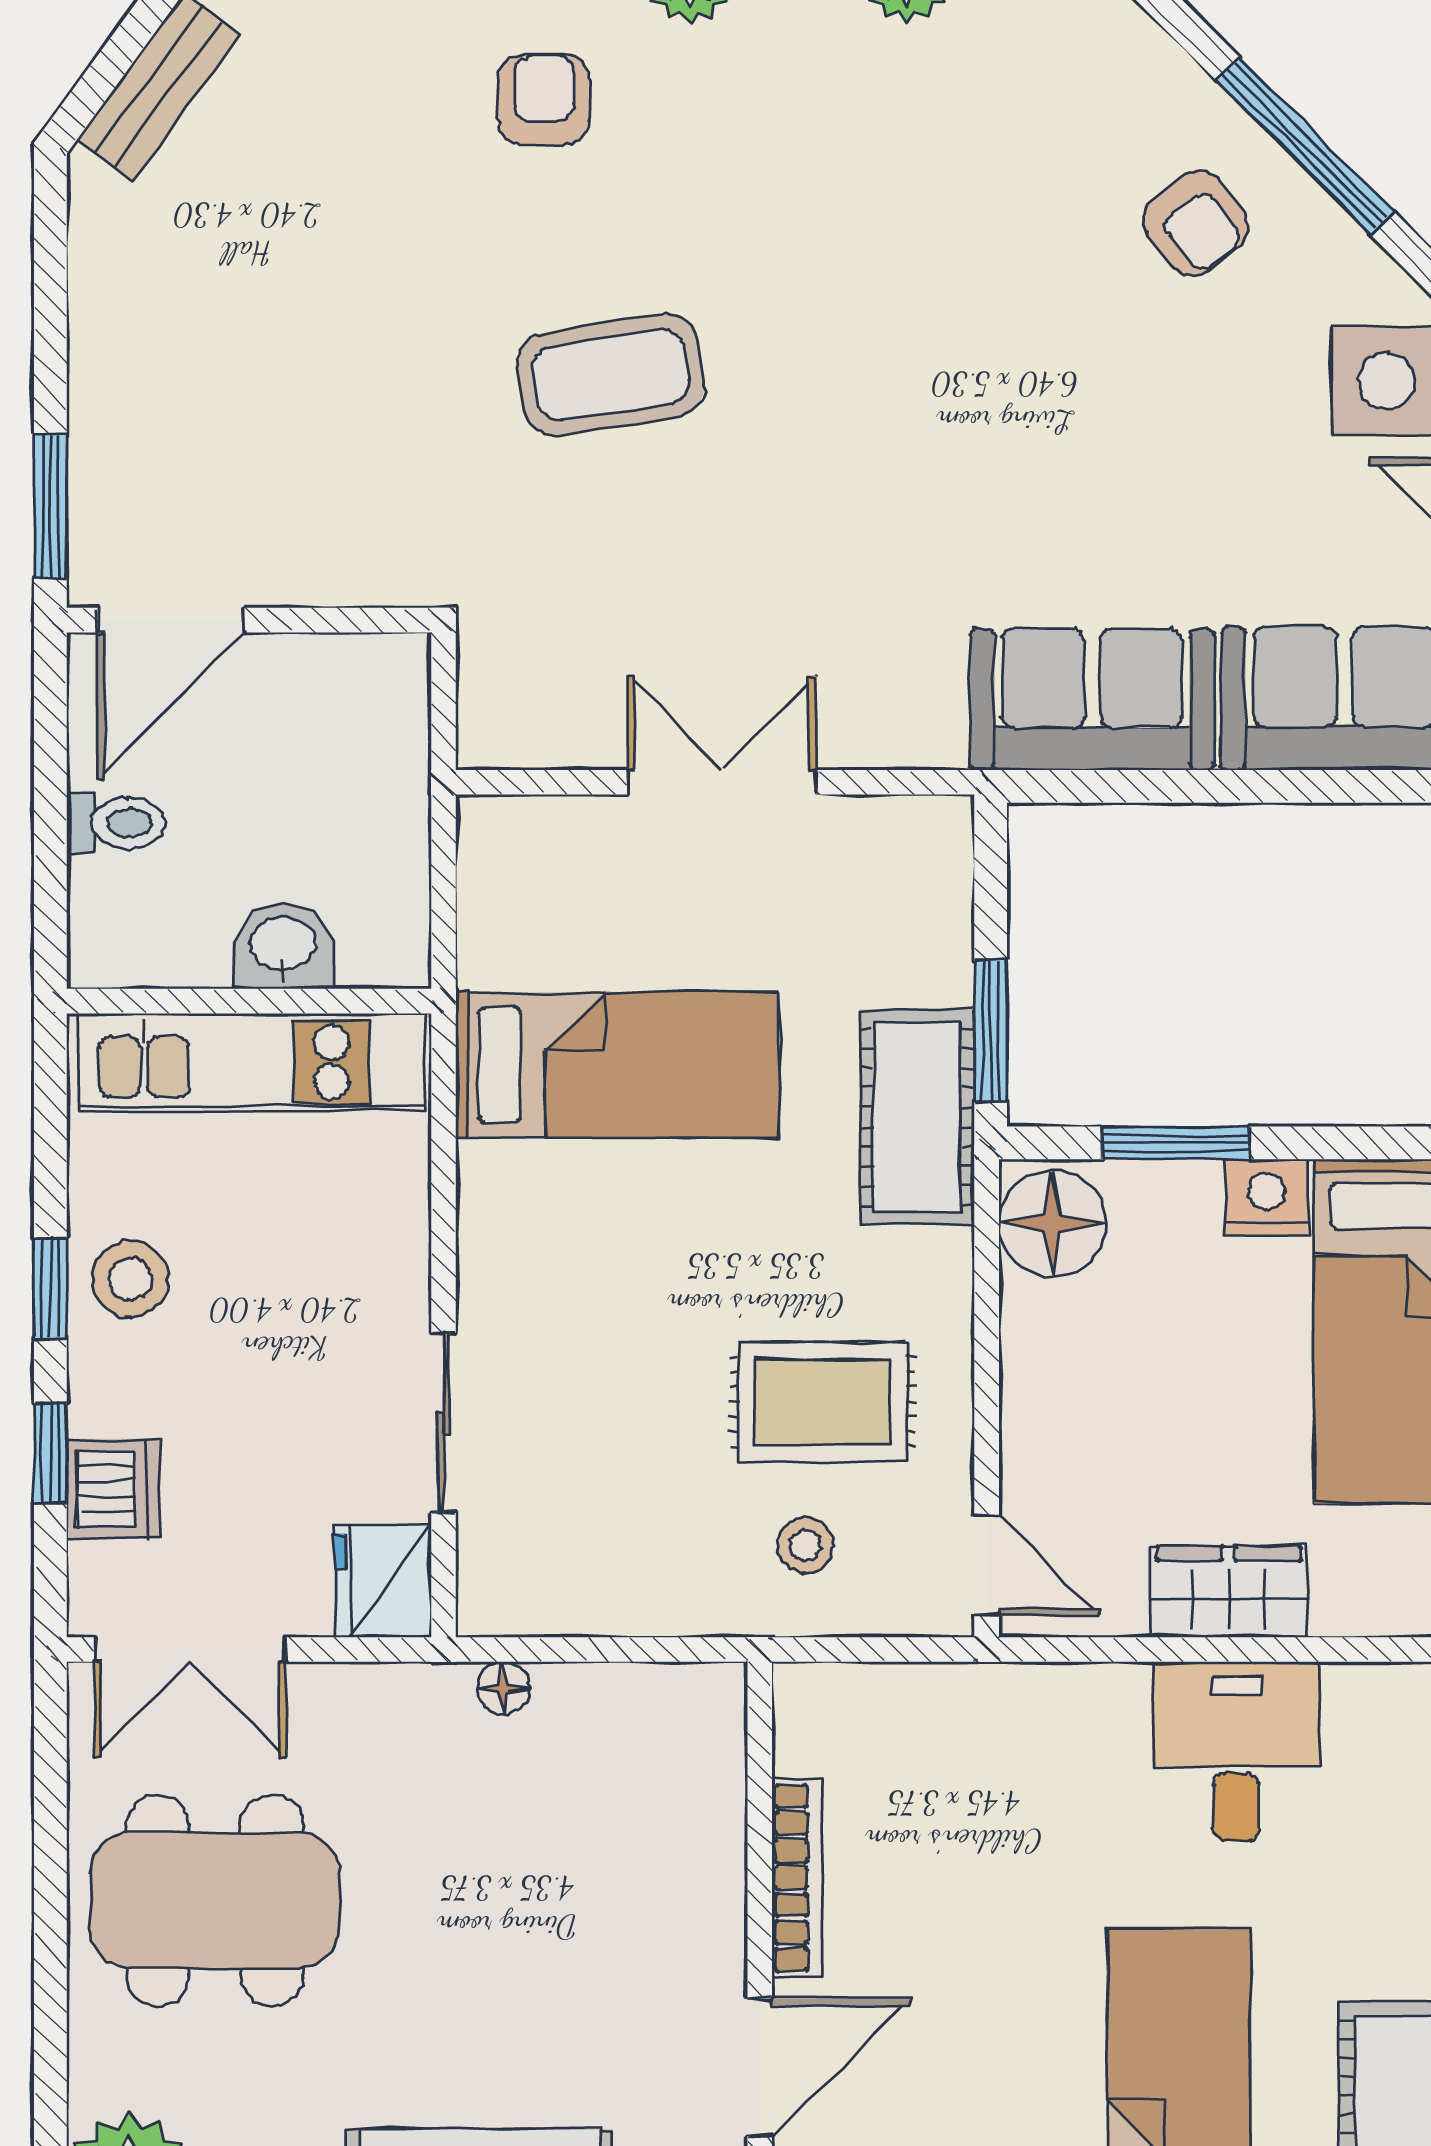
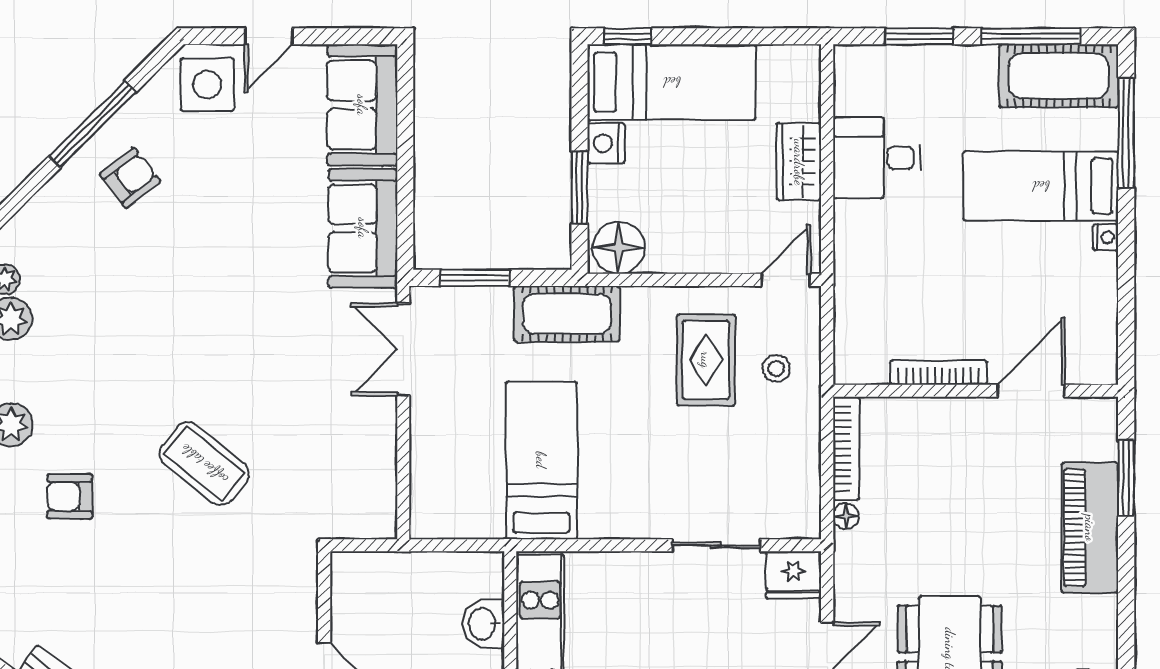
coffee table: (611, 375) -> (204, 464), turned -42
double door: (722, 782) -> (403, 349), moved
window: (991, 1031) -> (475, 278), moved
bookcase: (642, 1689) -> (846, 448), added
door: (760, 2067) -> (1031, 391), hinge flipped

